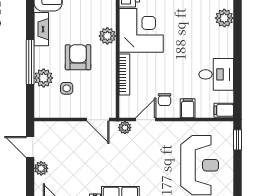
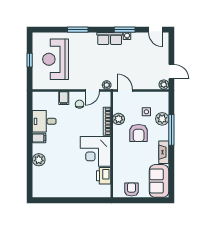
plant: (107, 36) -> (119, 119), moved
filing cabinet: (224, 110) -> (39, 138), moved
window: (237, 140) -> (30, 60), moved
plant: (41, 168) -> (164, 85), moved

